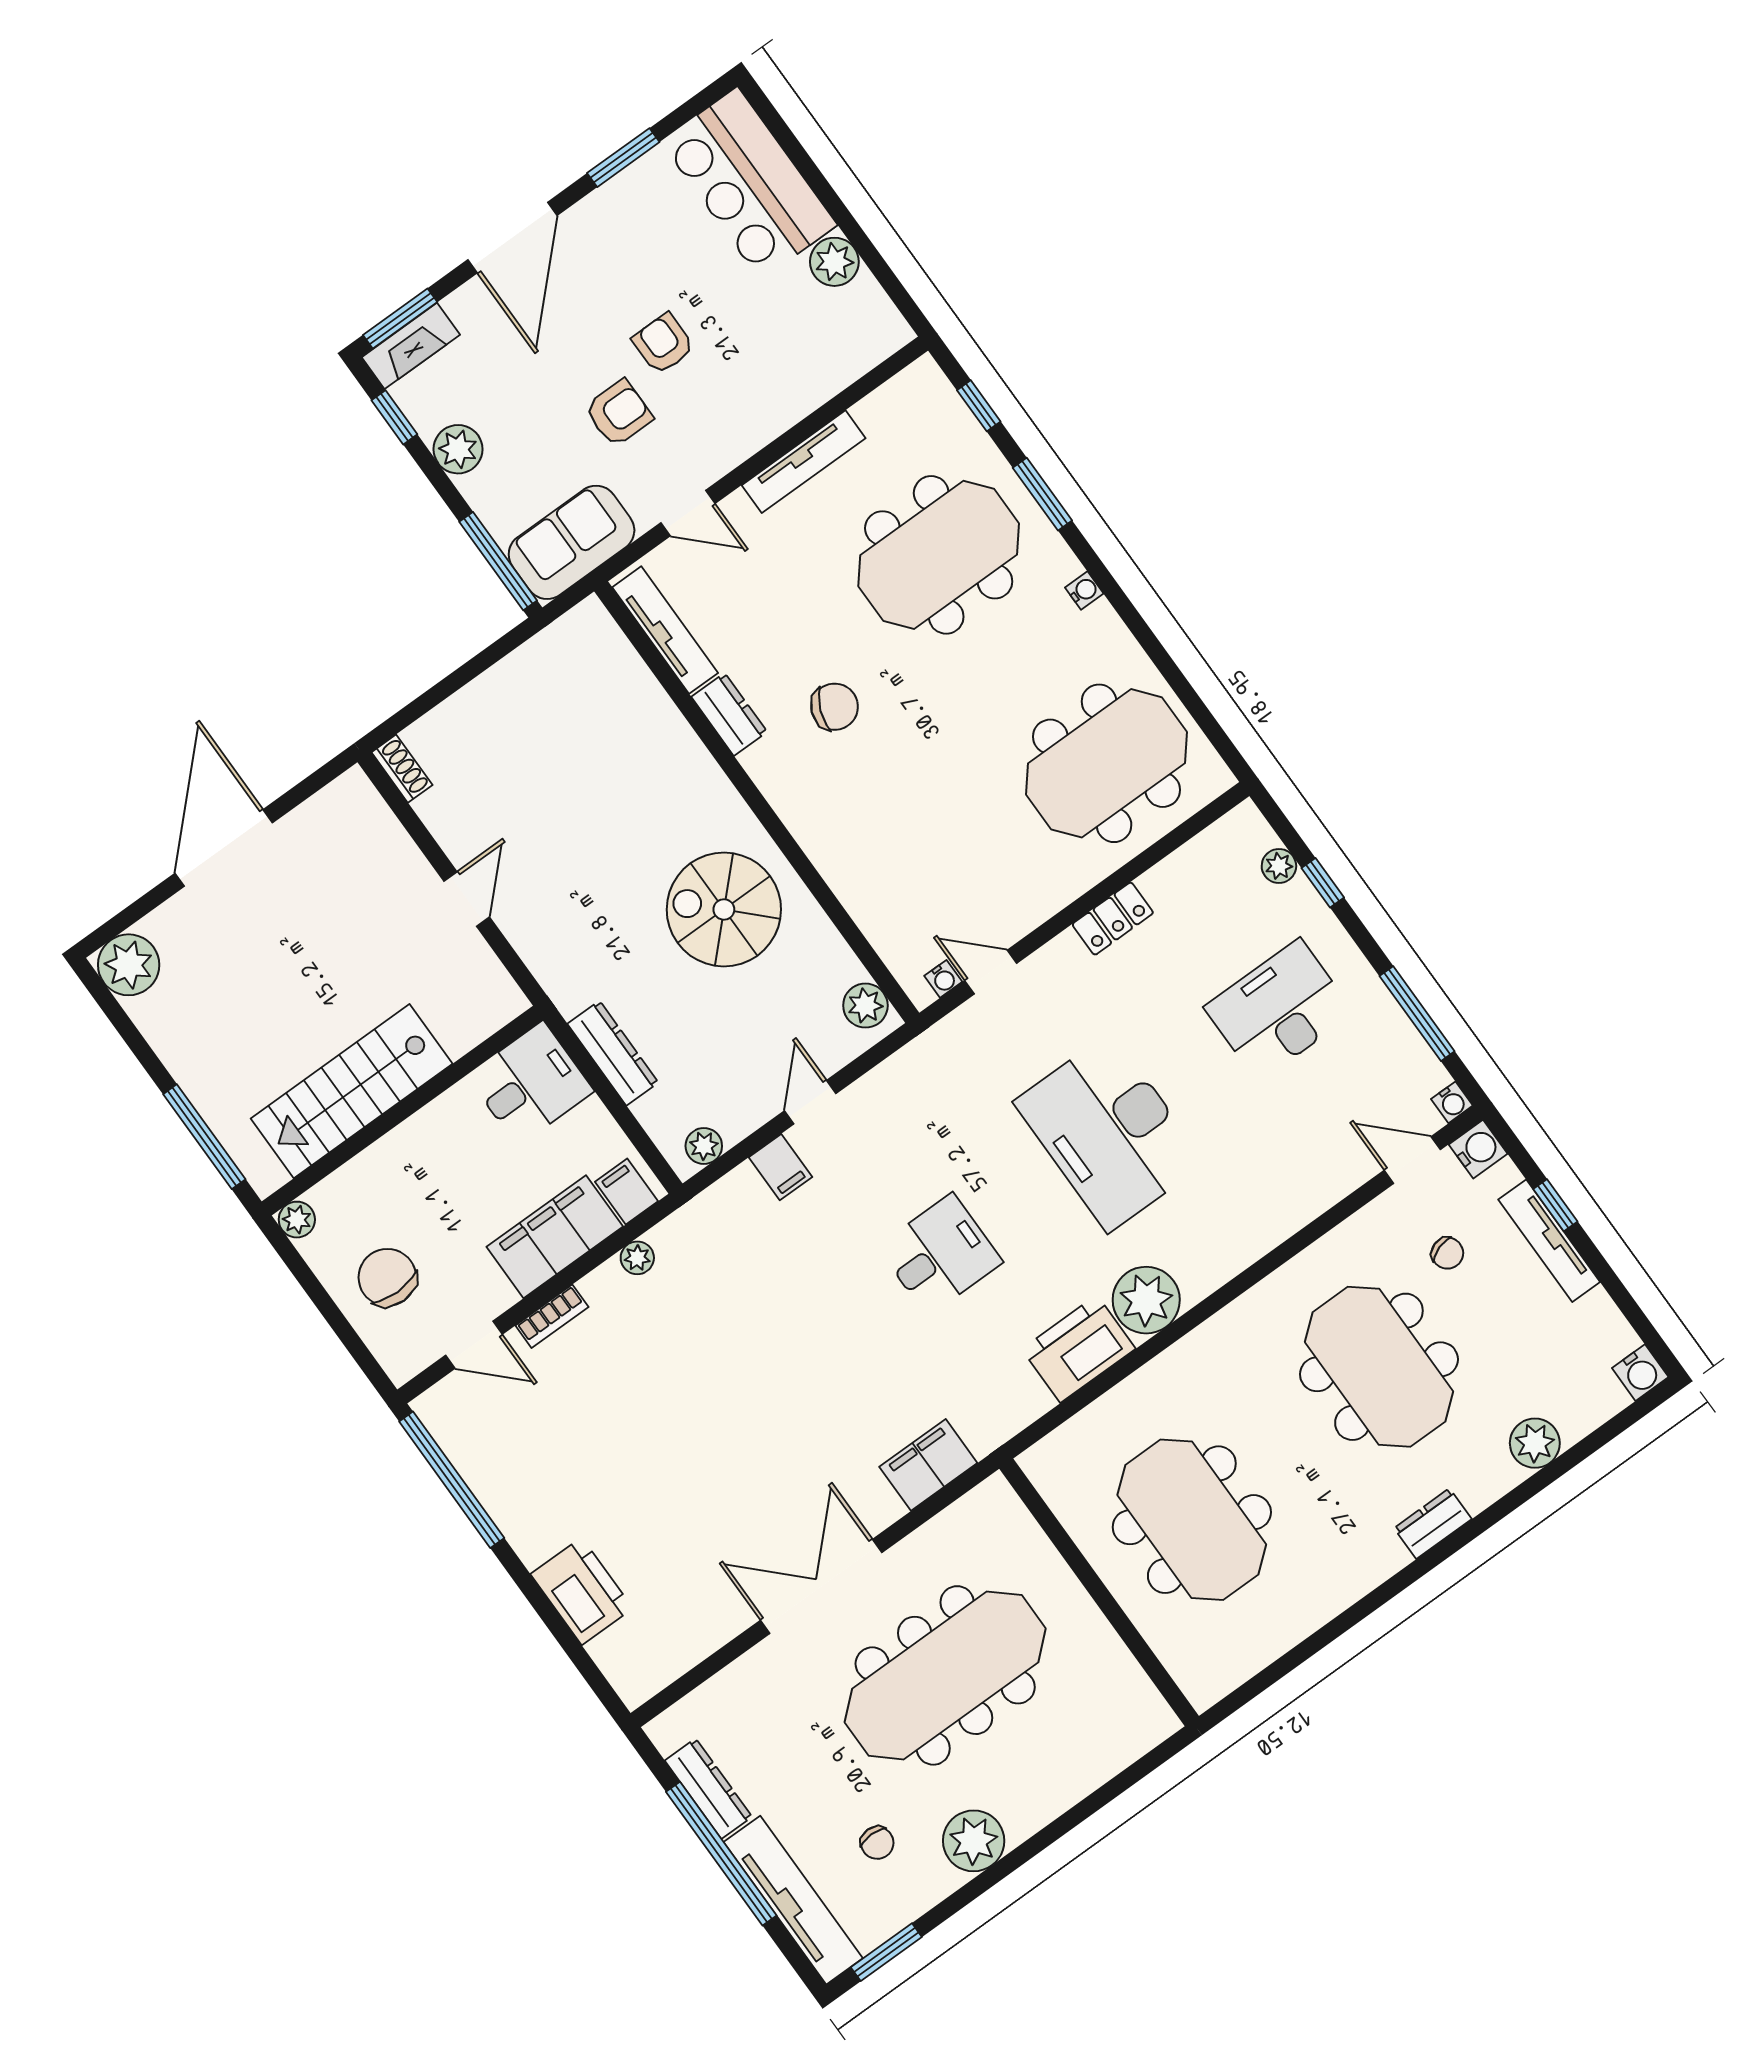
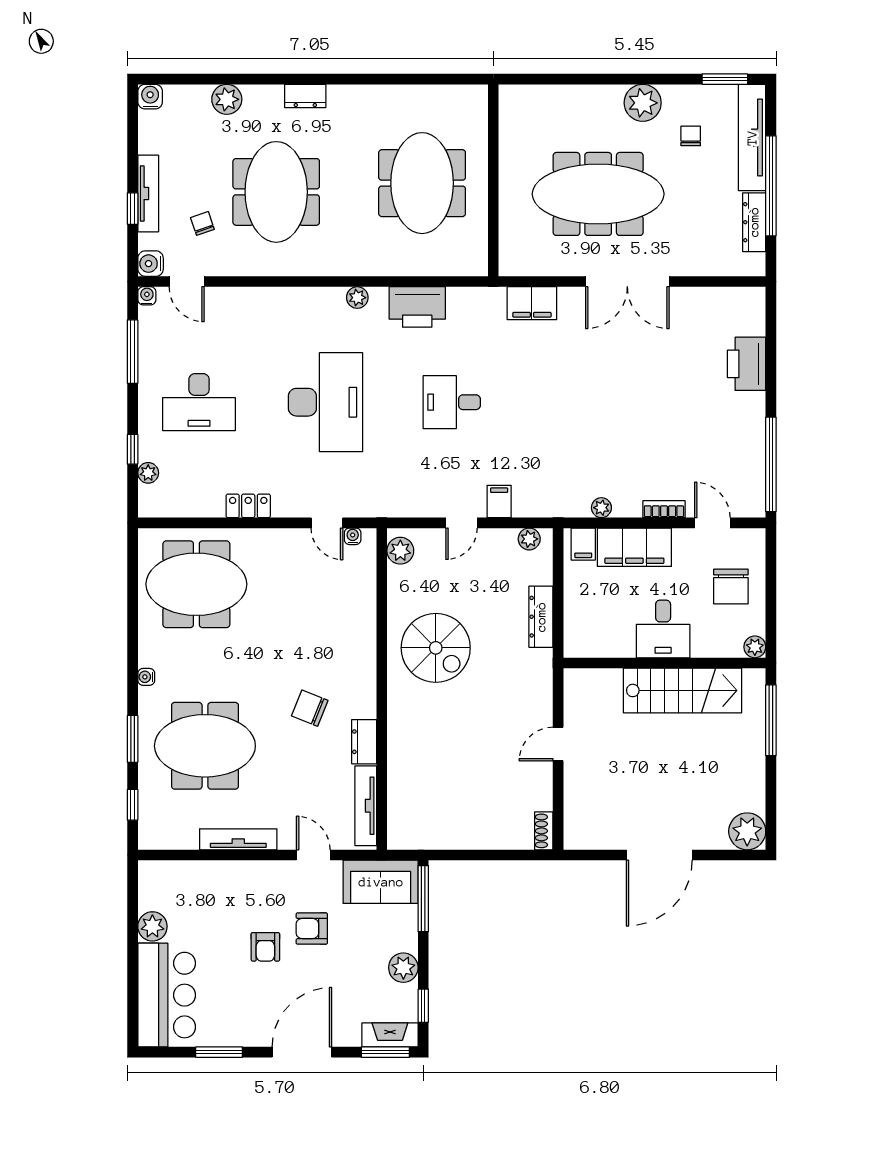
desk: (530, 1083) -> (663, 629), moved, turned -90
plant: (1146, 1300) -> (357, 298), width x0.53, depth x0.53

